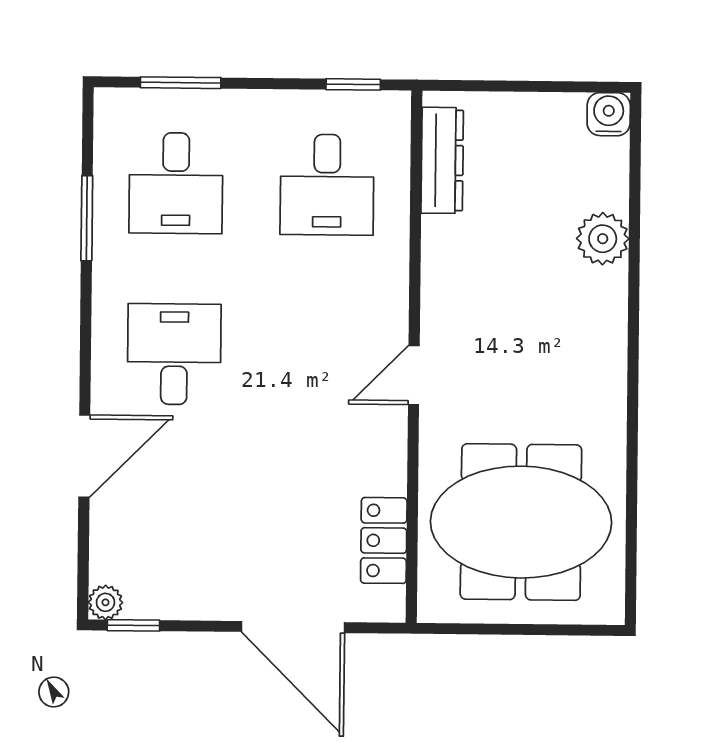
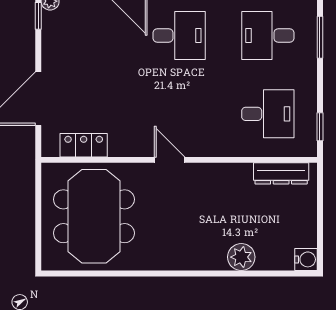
desk: (327, 185) -> (268, 114), turned 180

